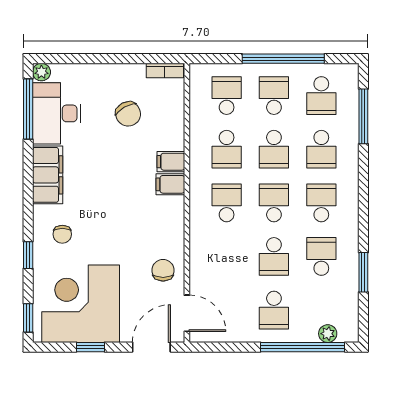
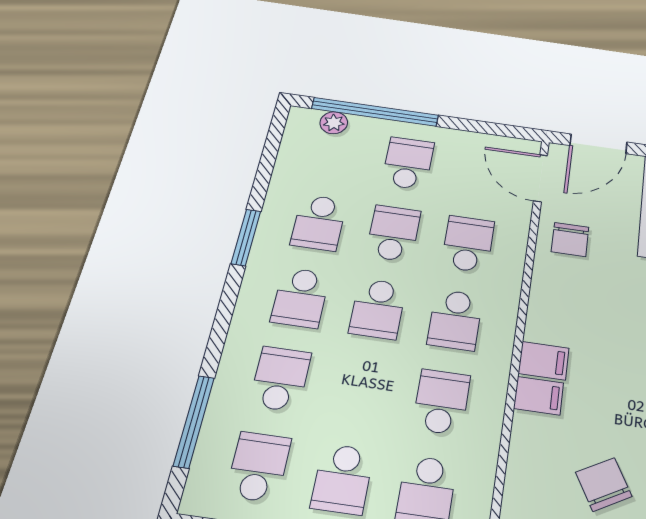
school desk: (274, 149) -> (468, 244), moved
window: (363, 272) -> (246, 237), moved

